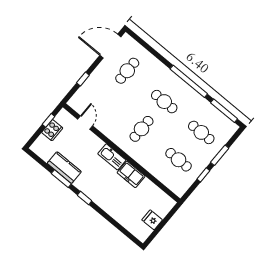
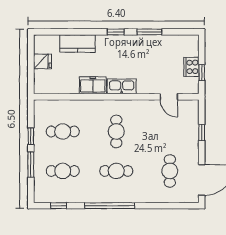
window: (224, 111) -> (59, 206), width x0.46
kitchen counter: (64, 168) -> (77, 44), moved

